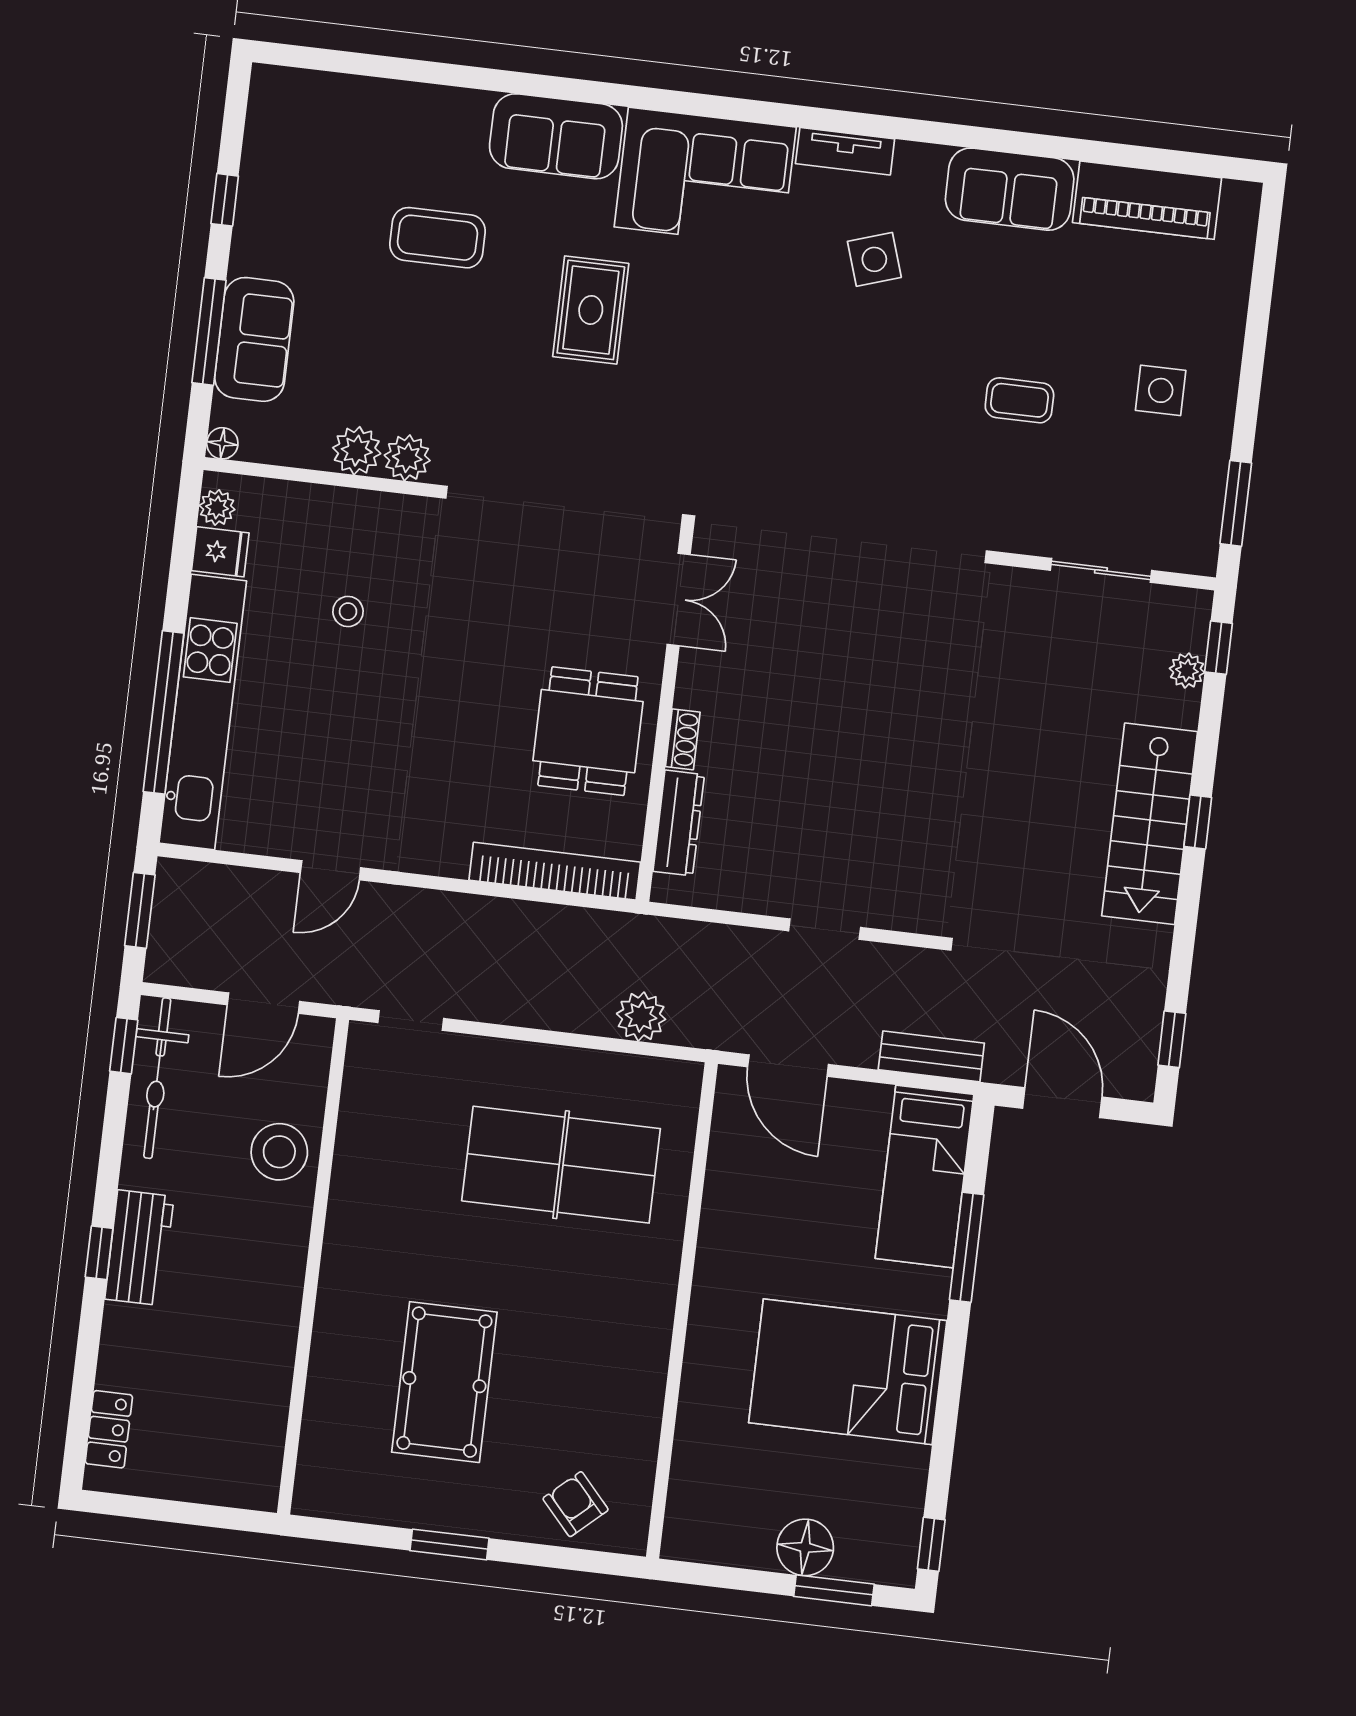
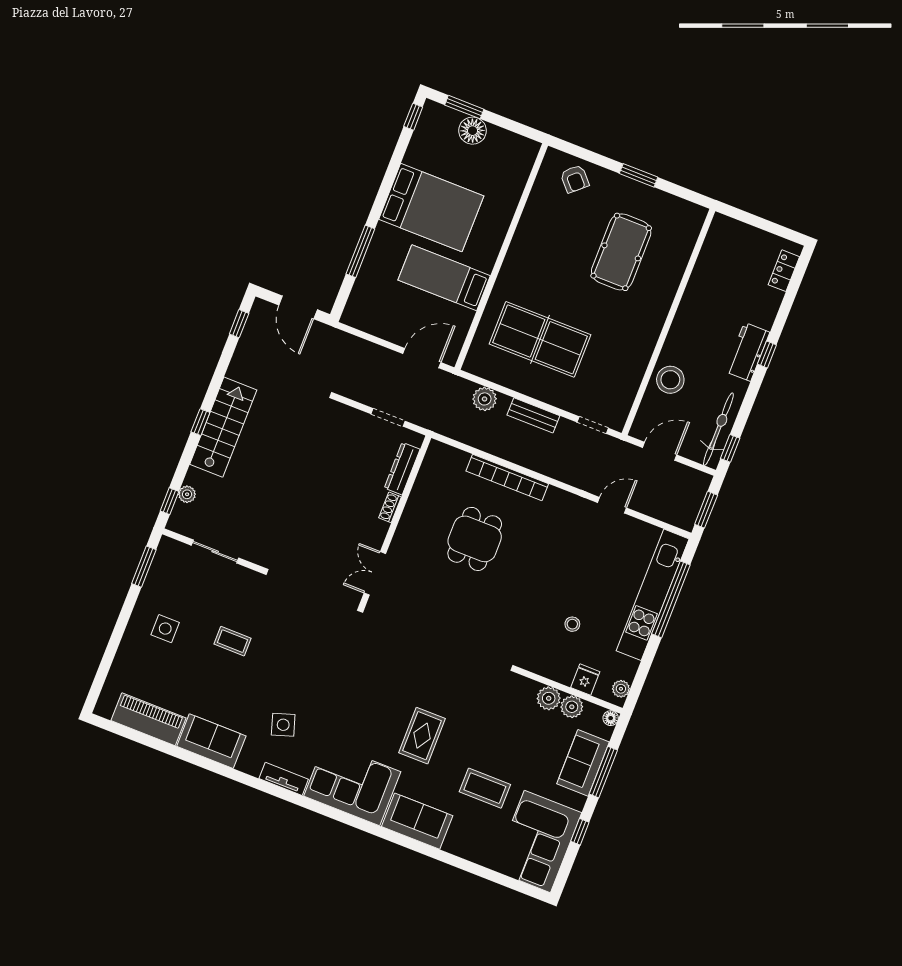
corner sofa: (305, 158) -> (537, 841), added
plant: (407, 458) -> (572, 707), moved
fridge: (220, 552) -> (585, 680), moved, turned 90
double door: (679, 599) -> (375, 573), moved
wall: (665, 714) -> (395, 521), moved
shoe rack: (683, 739) -> (390, 507), moved
dresser: (679, 823) -> (402, 469), moved
bench: (931, 1056) -> (533, 415), moved
door: (788, 1066) -> (422, 358), hinge flipped
bed: (924, 1176) -> (444, 278), moved, turned -90

